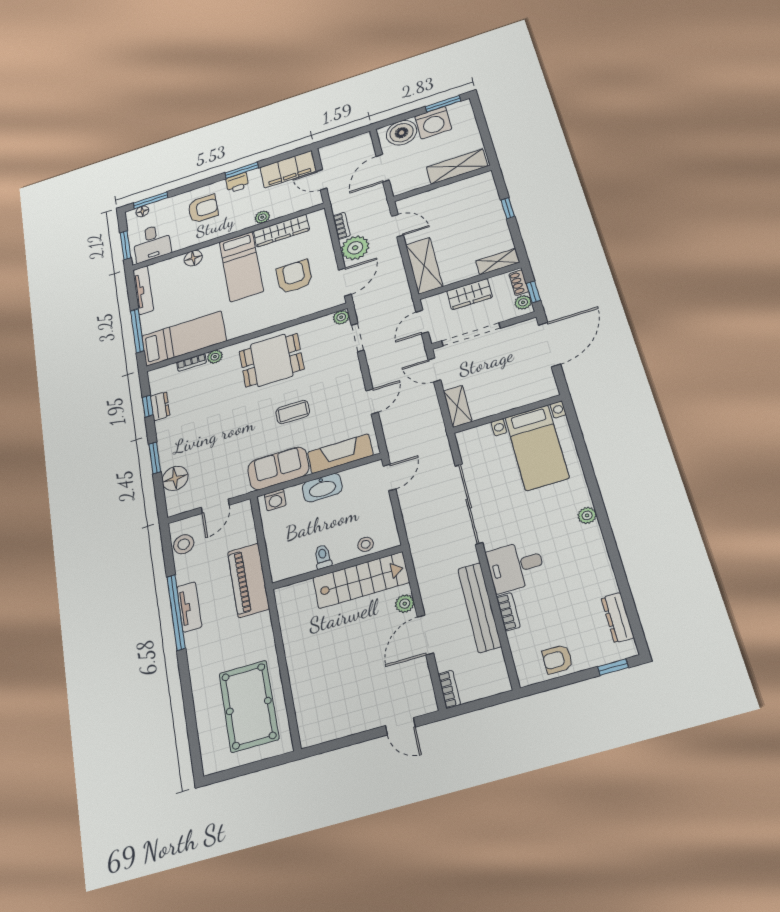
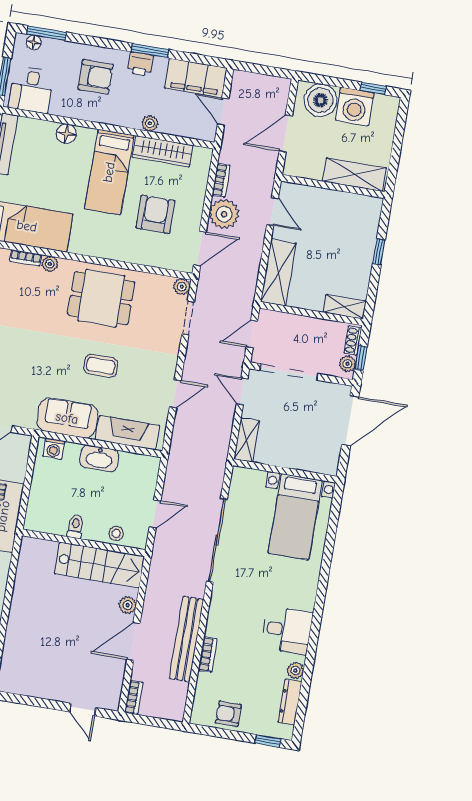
window: (443, 104) -> (373, 88), width x0.67
wardrobe: (470, 294) -> (305, 328), removed
door: (389, 478) -> (155, 514), moved
plant: (587, 515) -> (295, 671), moved
desk: (516, 566) -> (287, 630), moved, turned 180

